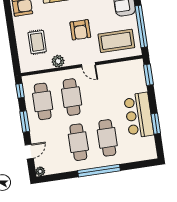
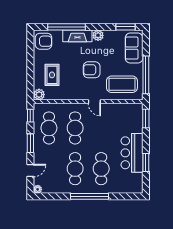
armchair: (80, 30) -> (92, 70), turned 90
plant: (58, 61) -> (39, 95), moved

